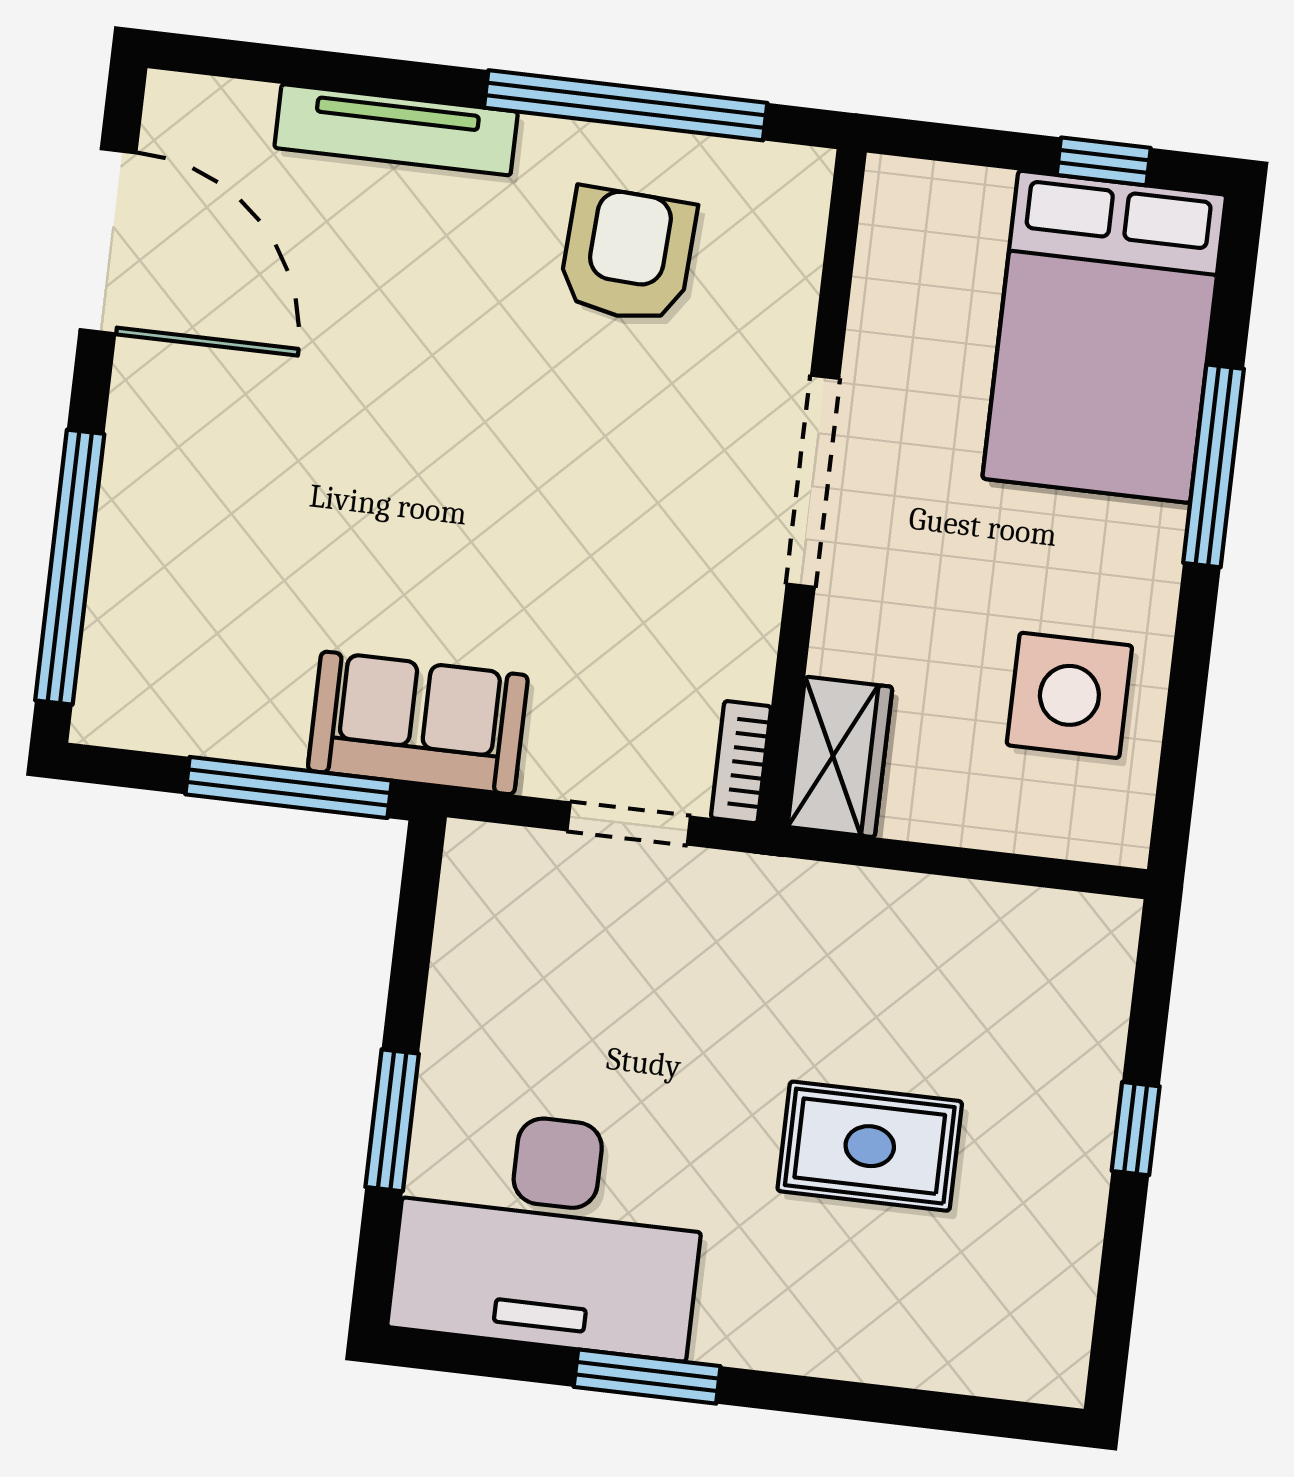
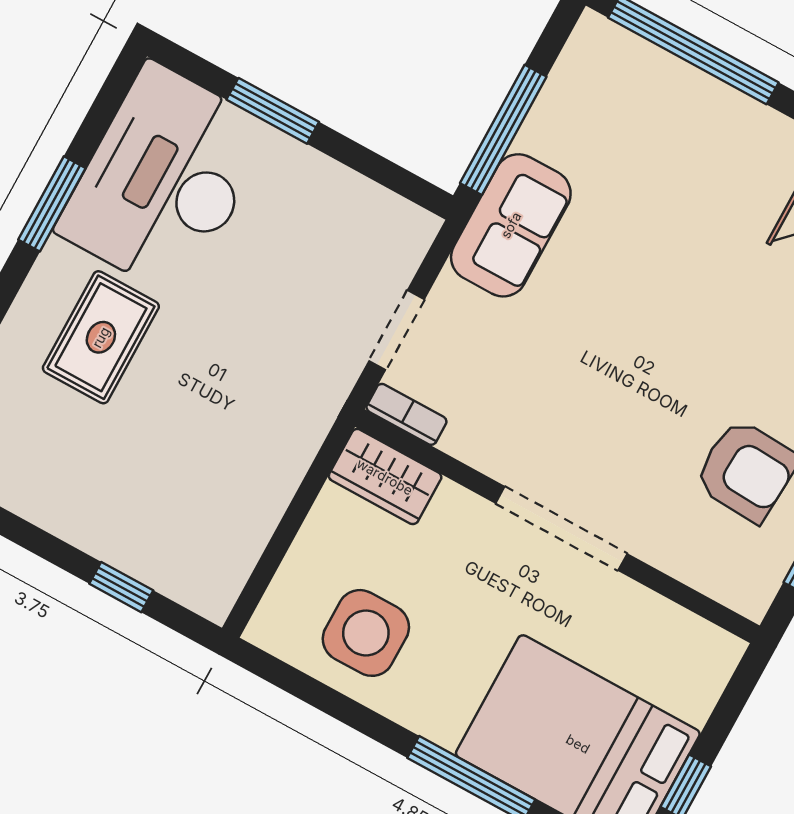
window: (1136, 1129) -> (121, 587), moved
rug: (870, 1146) -> (101, 337), moved

